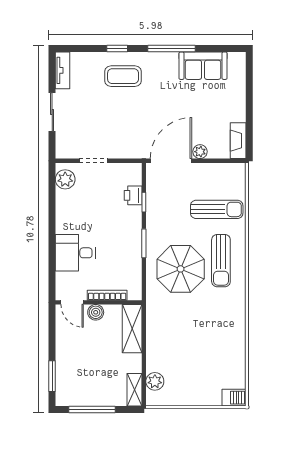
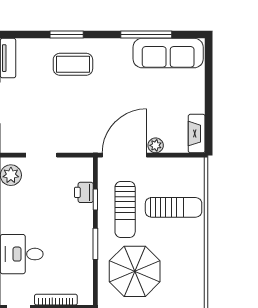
window: (117, 48) -> (67, 35), width x1.50
window: (171, 48) -> (146, 35), moved
sofa: (203, 66) -> (168, 53), width x1.36
sun lounger: (221, 261) -> (125, 209), moved

